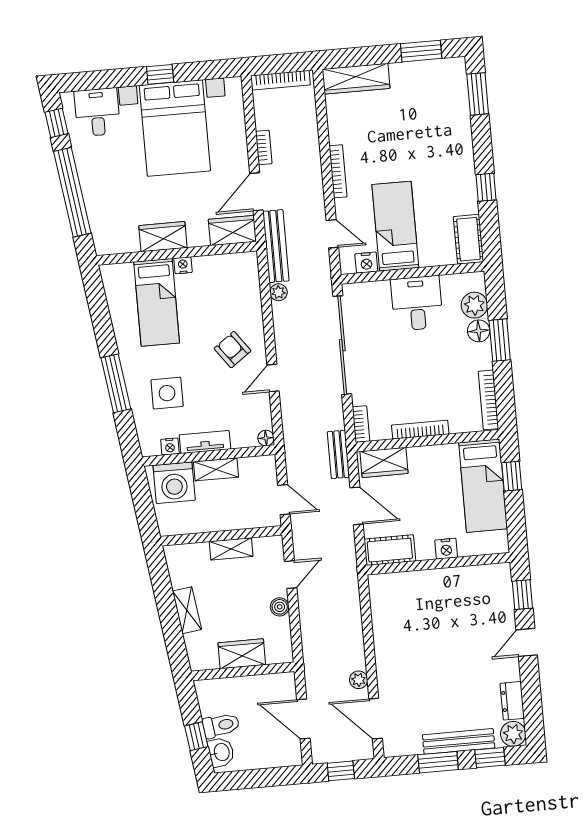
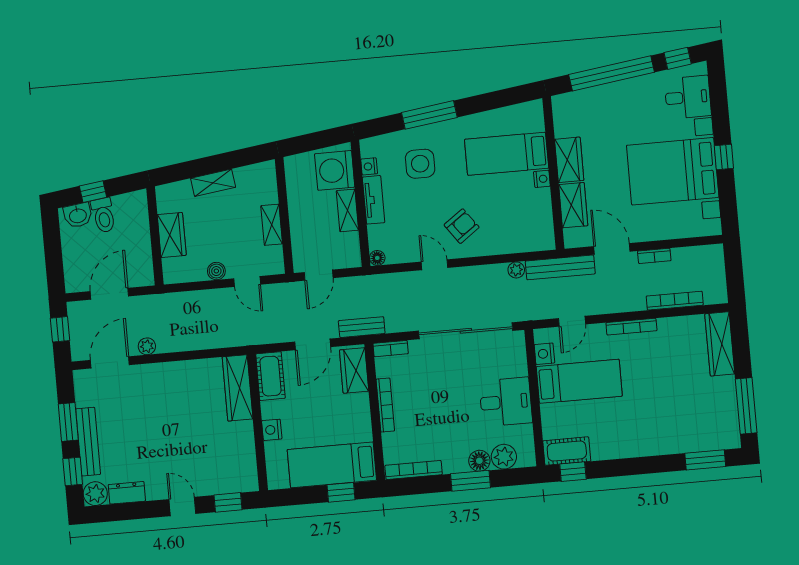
window: (421, 51) -> (746, 406), width x1.44
bookcase: (280, 80) -> (675, 301), moved, turned 90
window: (486, 187) -> (573, 472), moved
wardrobe: (232, 230) -> (573, 205), moved
wardrobe: (402, 585) -> (238, 388), added

